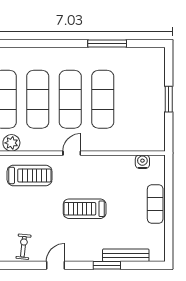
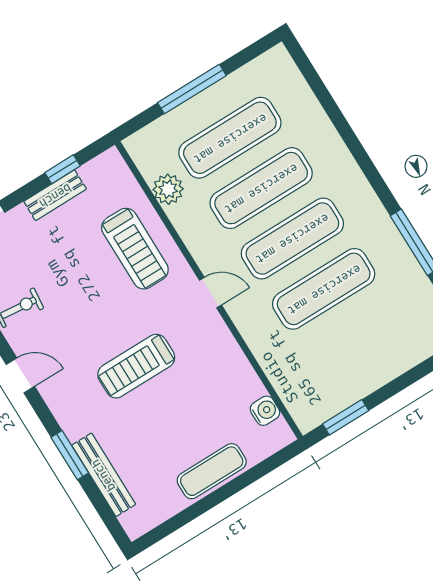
window: (169, 99) -> (346, 417), moved
treadmill: (85, 209) -> (136, 366), turned -90

